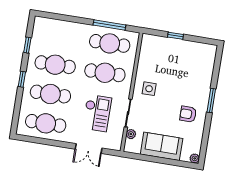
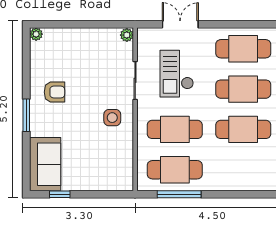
window: (175, 36) -> (60, 194), moved
plant: (131, 134) -> (127, 35), moved
sofa: (162, 146) -> (45, 164), moved, turned -90

